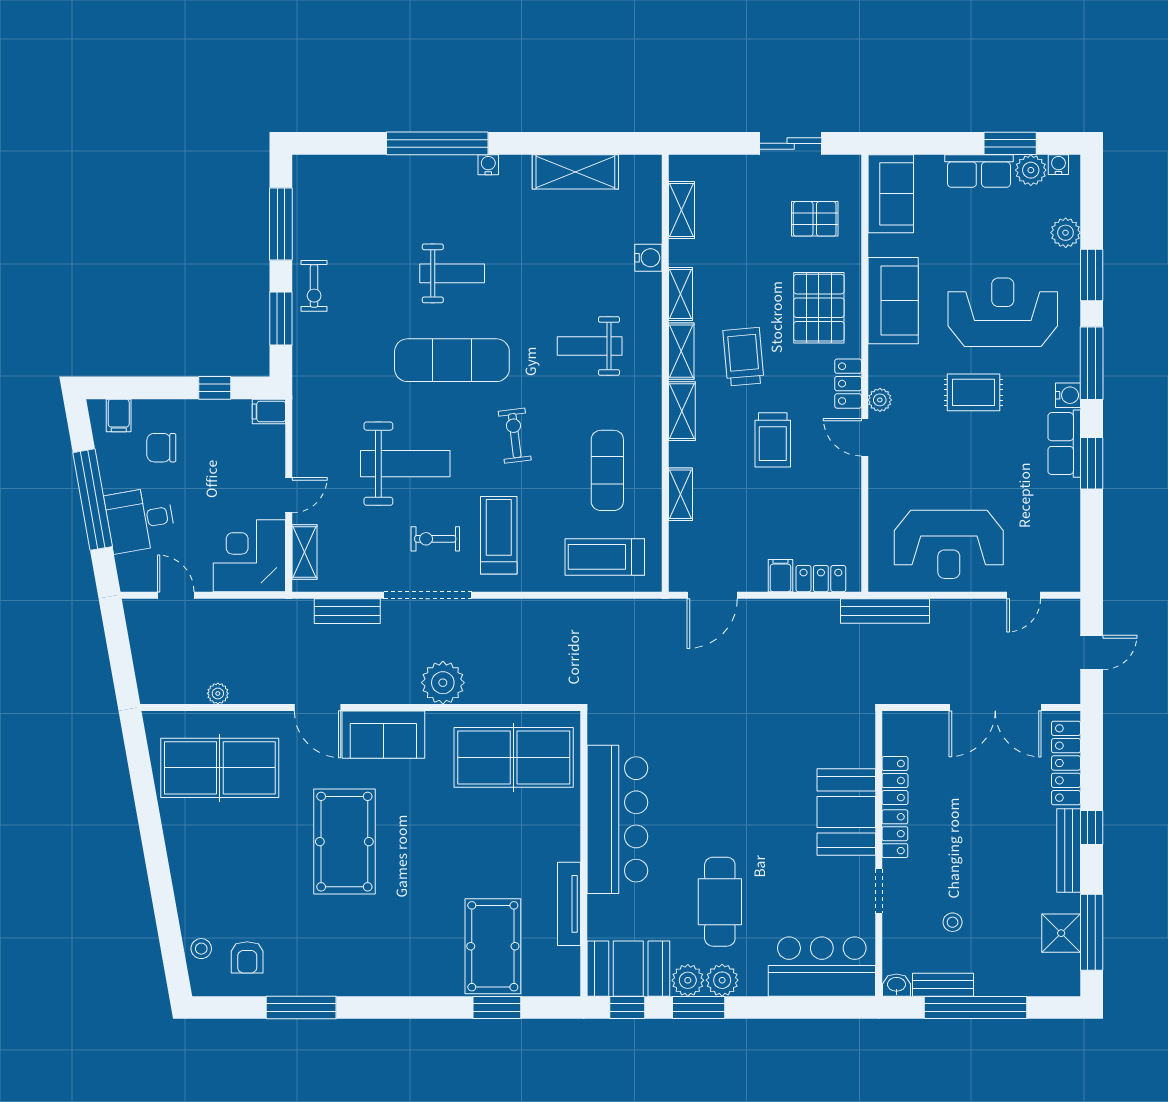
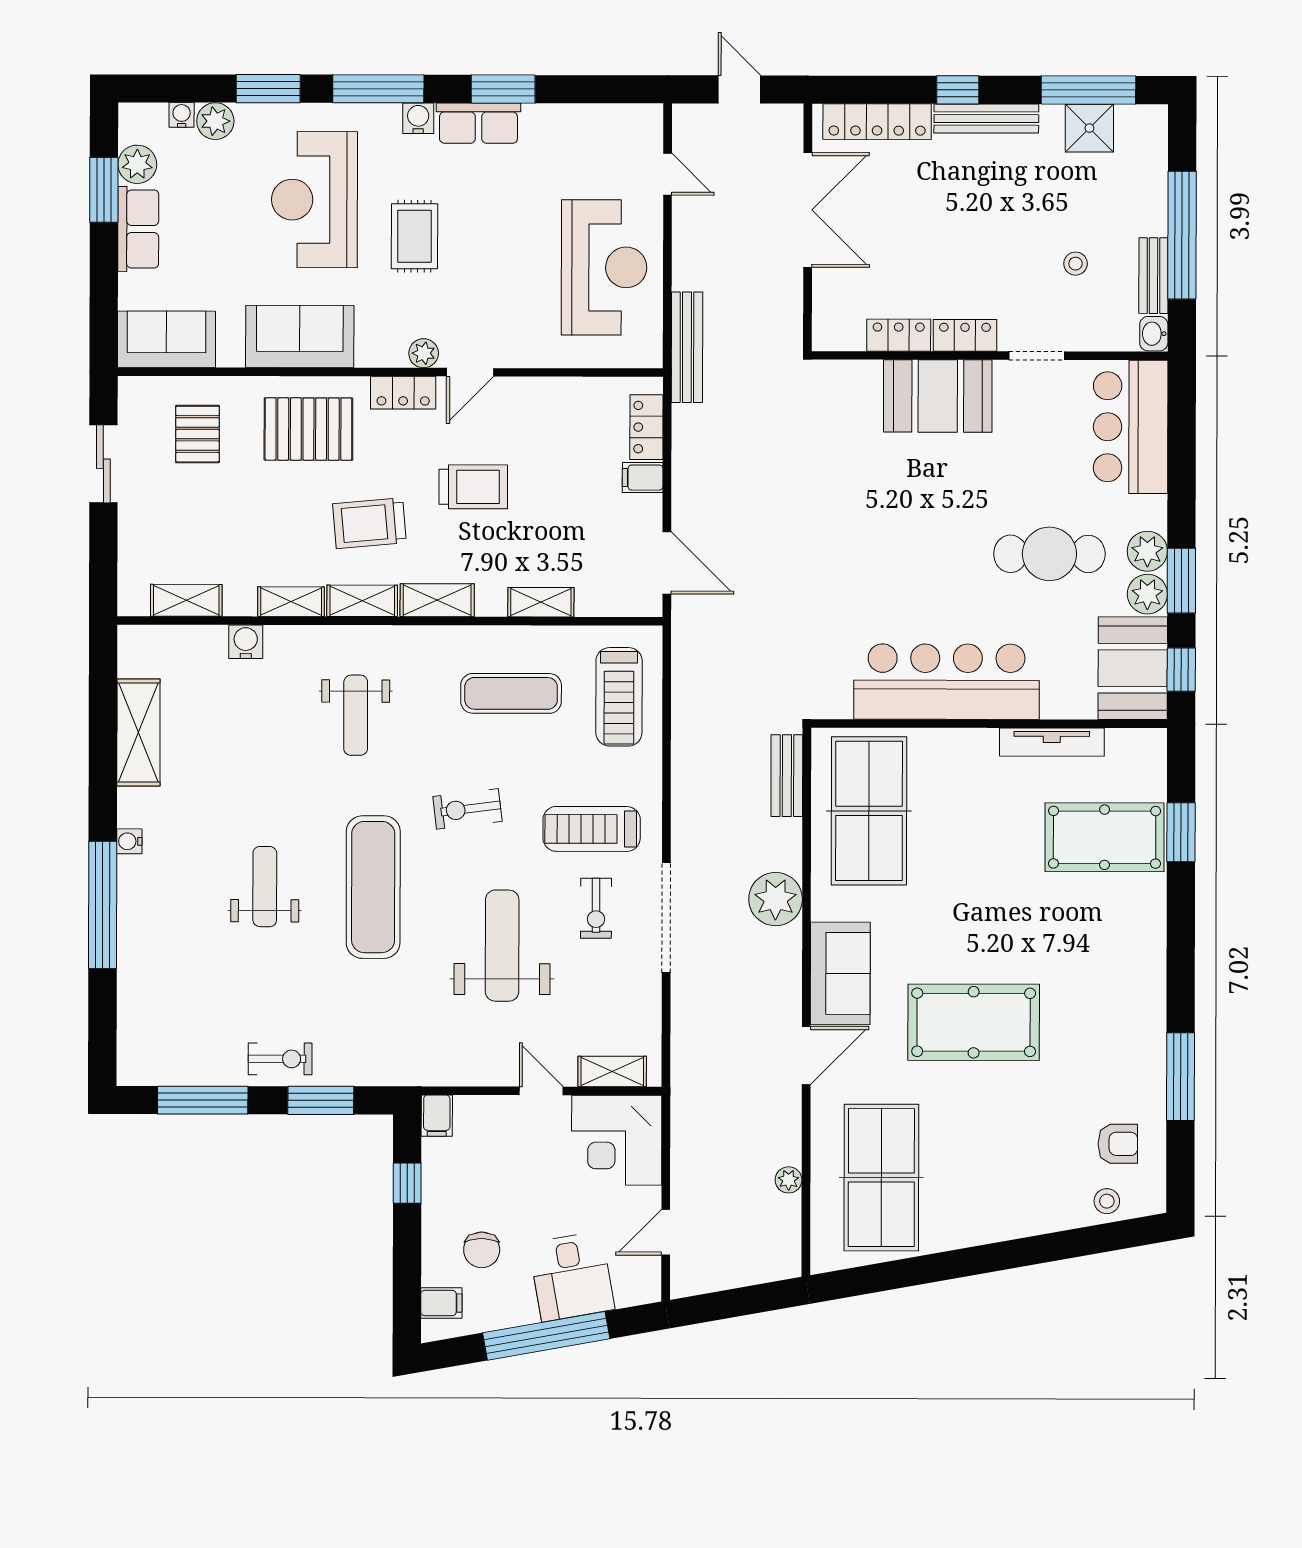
water cooler: (1058, 165) -> (182, 115), moved, turned 90
bench: (347, 611) -> (787, 776), moved

